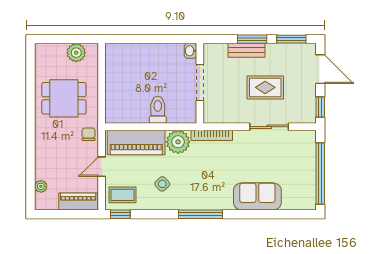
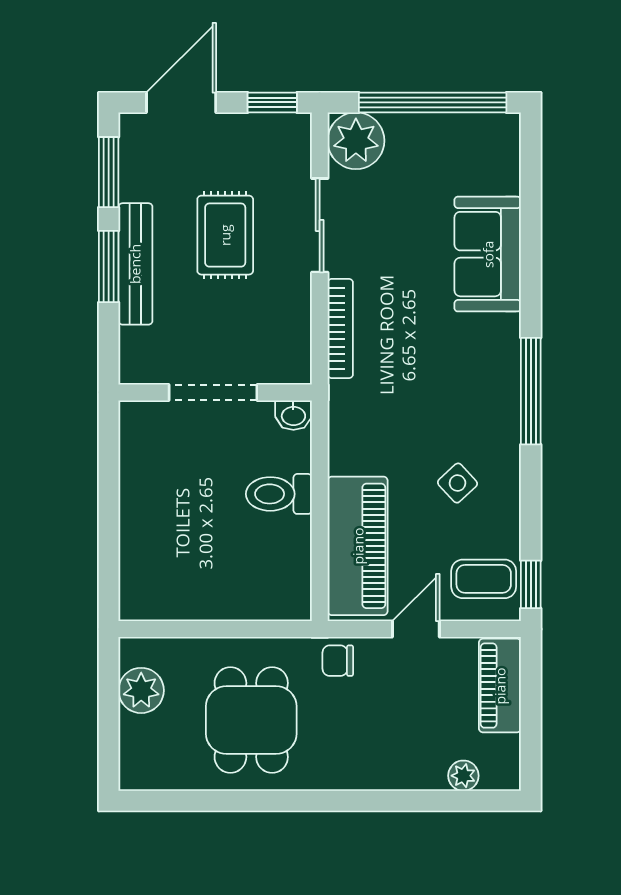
bench: (247, 50) -> (135, 264), width x1.36
washbasin: (190, 51) -> (293, 415), moved
bookcase: (212, 135) -> (340, 328), moved
plant: (178, 142) -> (356, 141), moved
door: (102, 167) -> (416, 629), swing flipped
coffee table: (122, 195) -> (484, 579), turned 90

